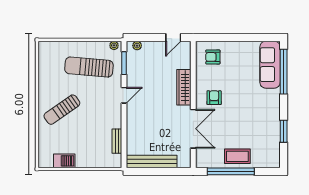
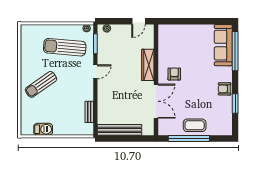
armchair: (213, 57) -> (225, 89), moved

